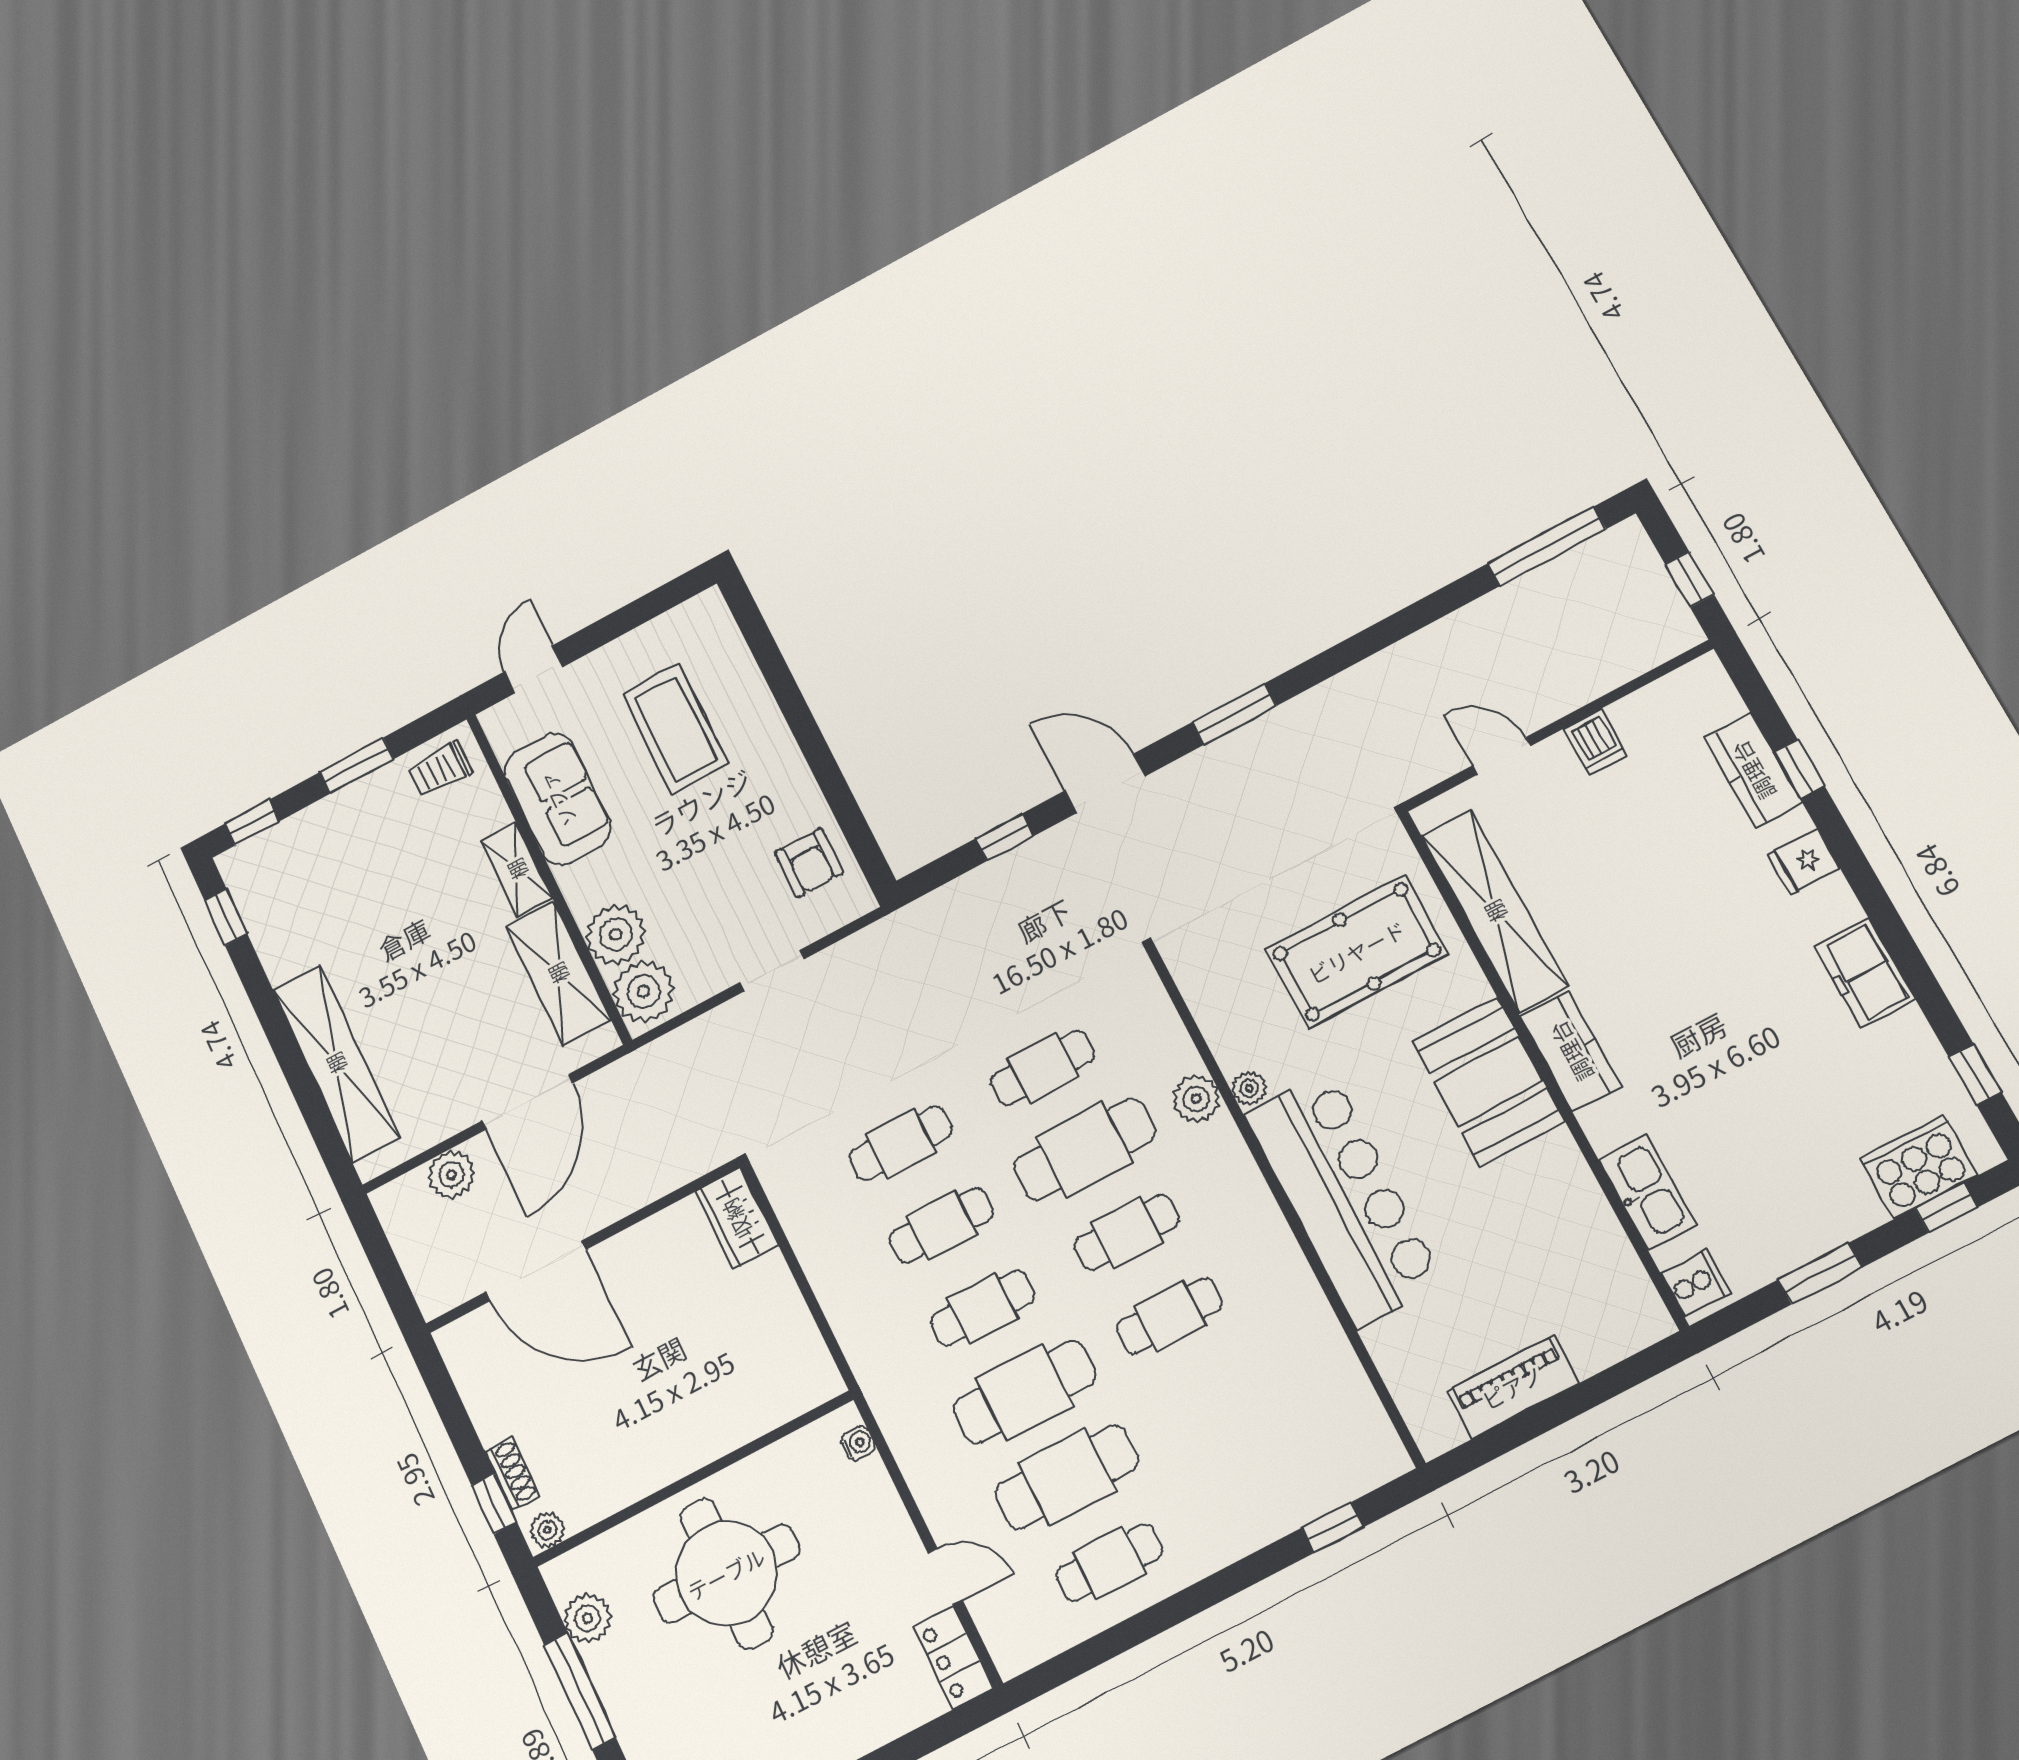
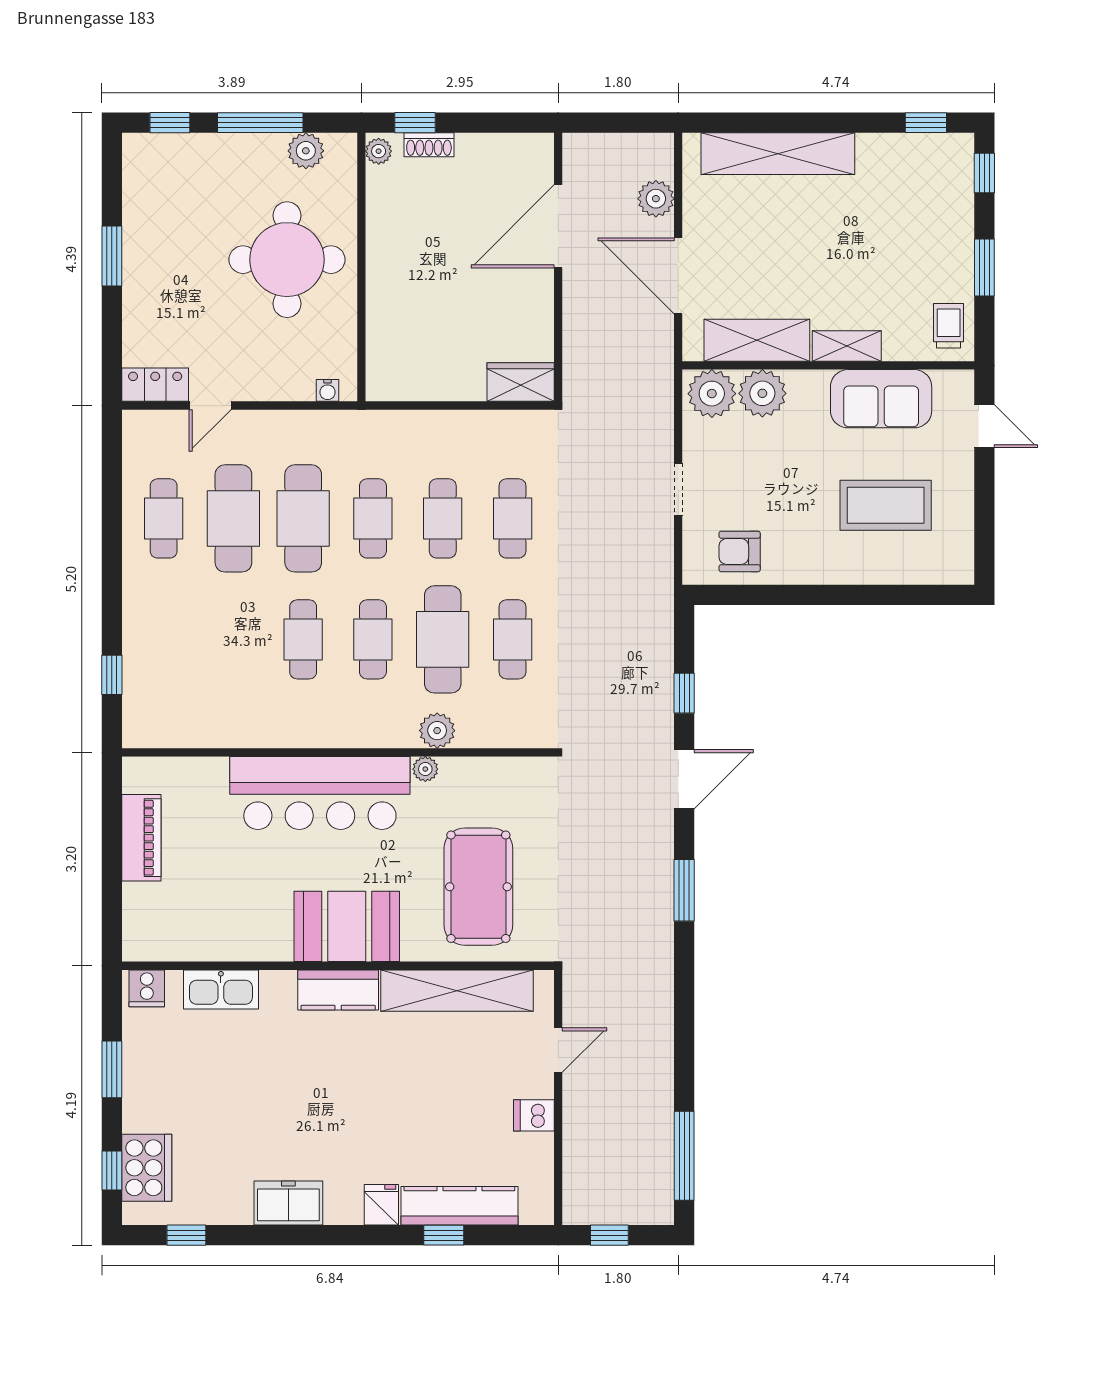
kitchen counter: (1753, 770) -> (459, 1206), width x1.50

